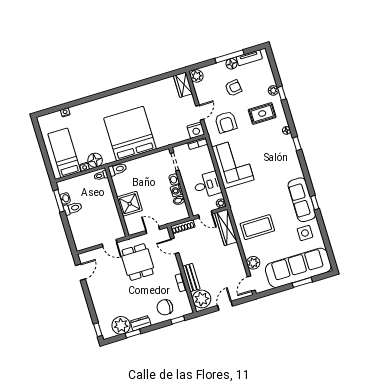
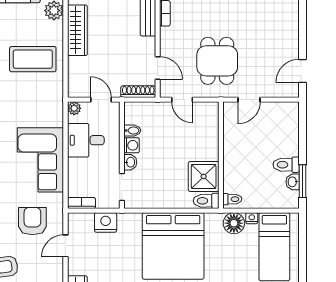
nightstand: (196, 130) -> (106, 222), moved
shower: (130, 204) -> (204, 177), moved
wardrobe: (226, 227) -> (77, 30), moved
door: (109, 243) -> (249, 100), swing flipped

